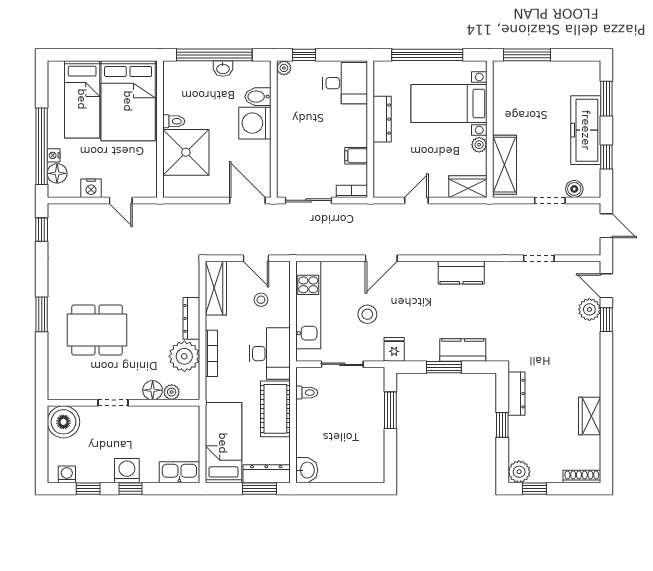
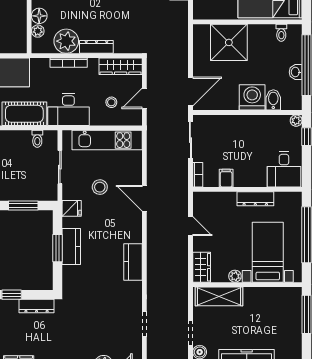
toilet: (174, 121) -> (281, 33), moved
kitchen counter: (463, 350) -> (71, 247), moved

